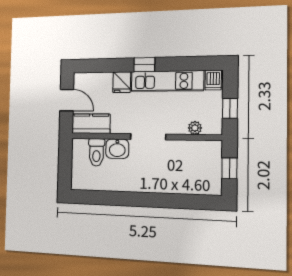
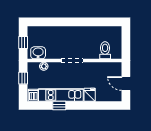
window: (144, 65) -> (59, 106), moved
kitchen counter: (91, 124) -> (109, 68), removed
washbasin: (117, 149) -> (38, 53), moved

